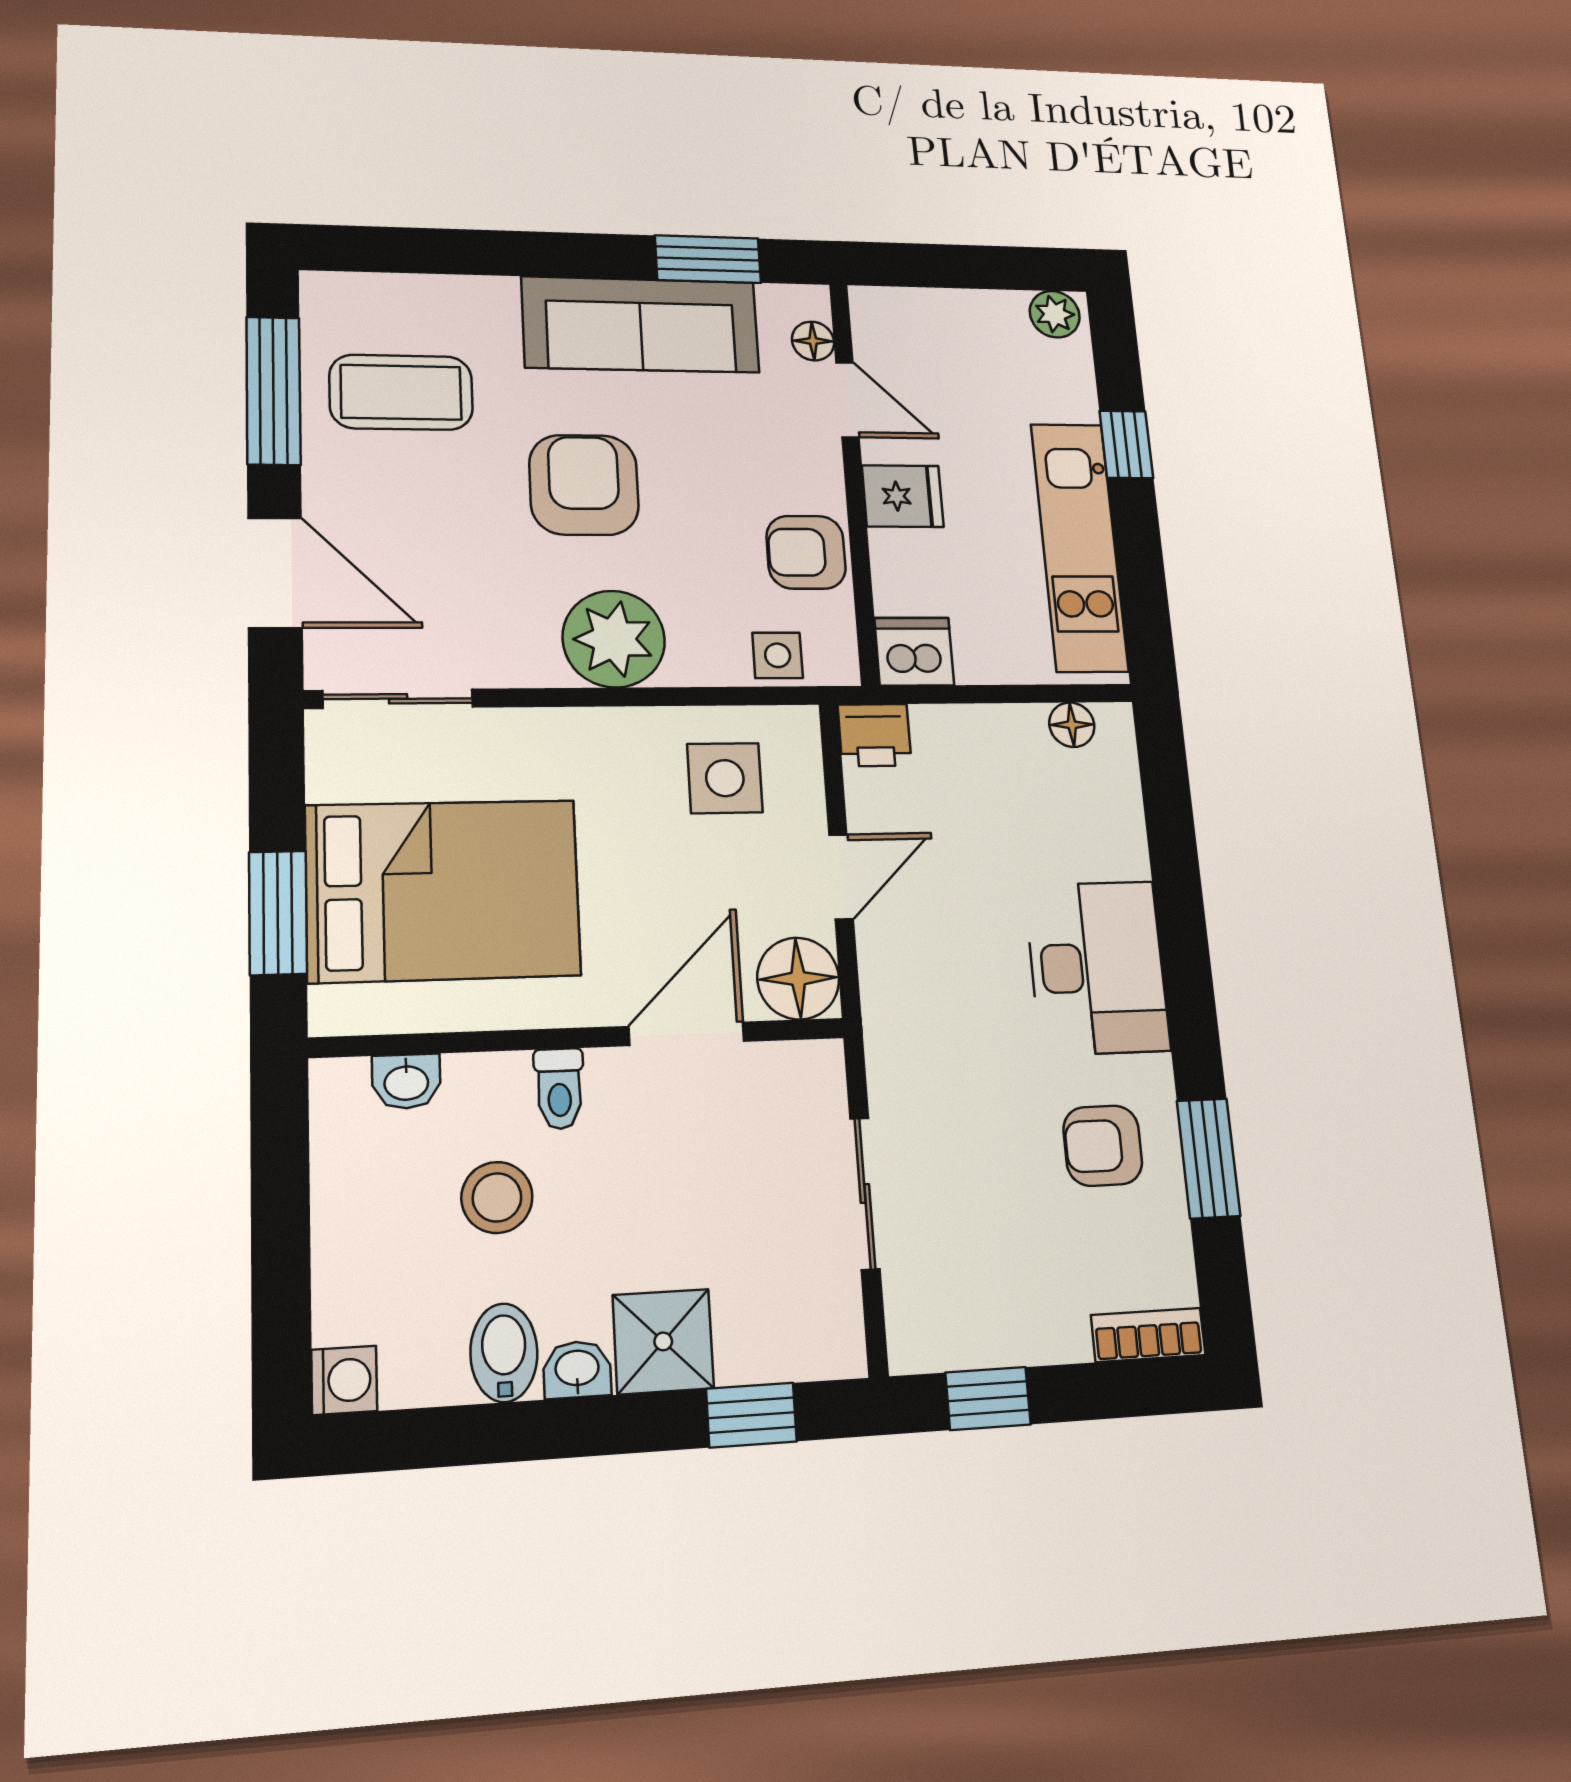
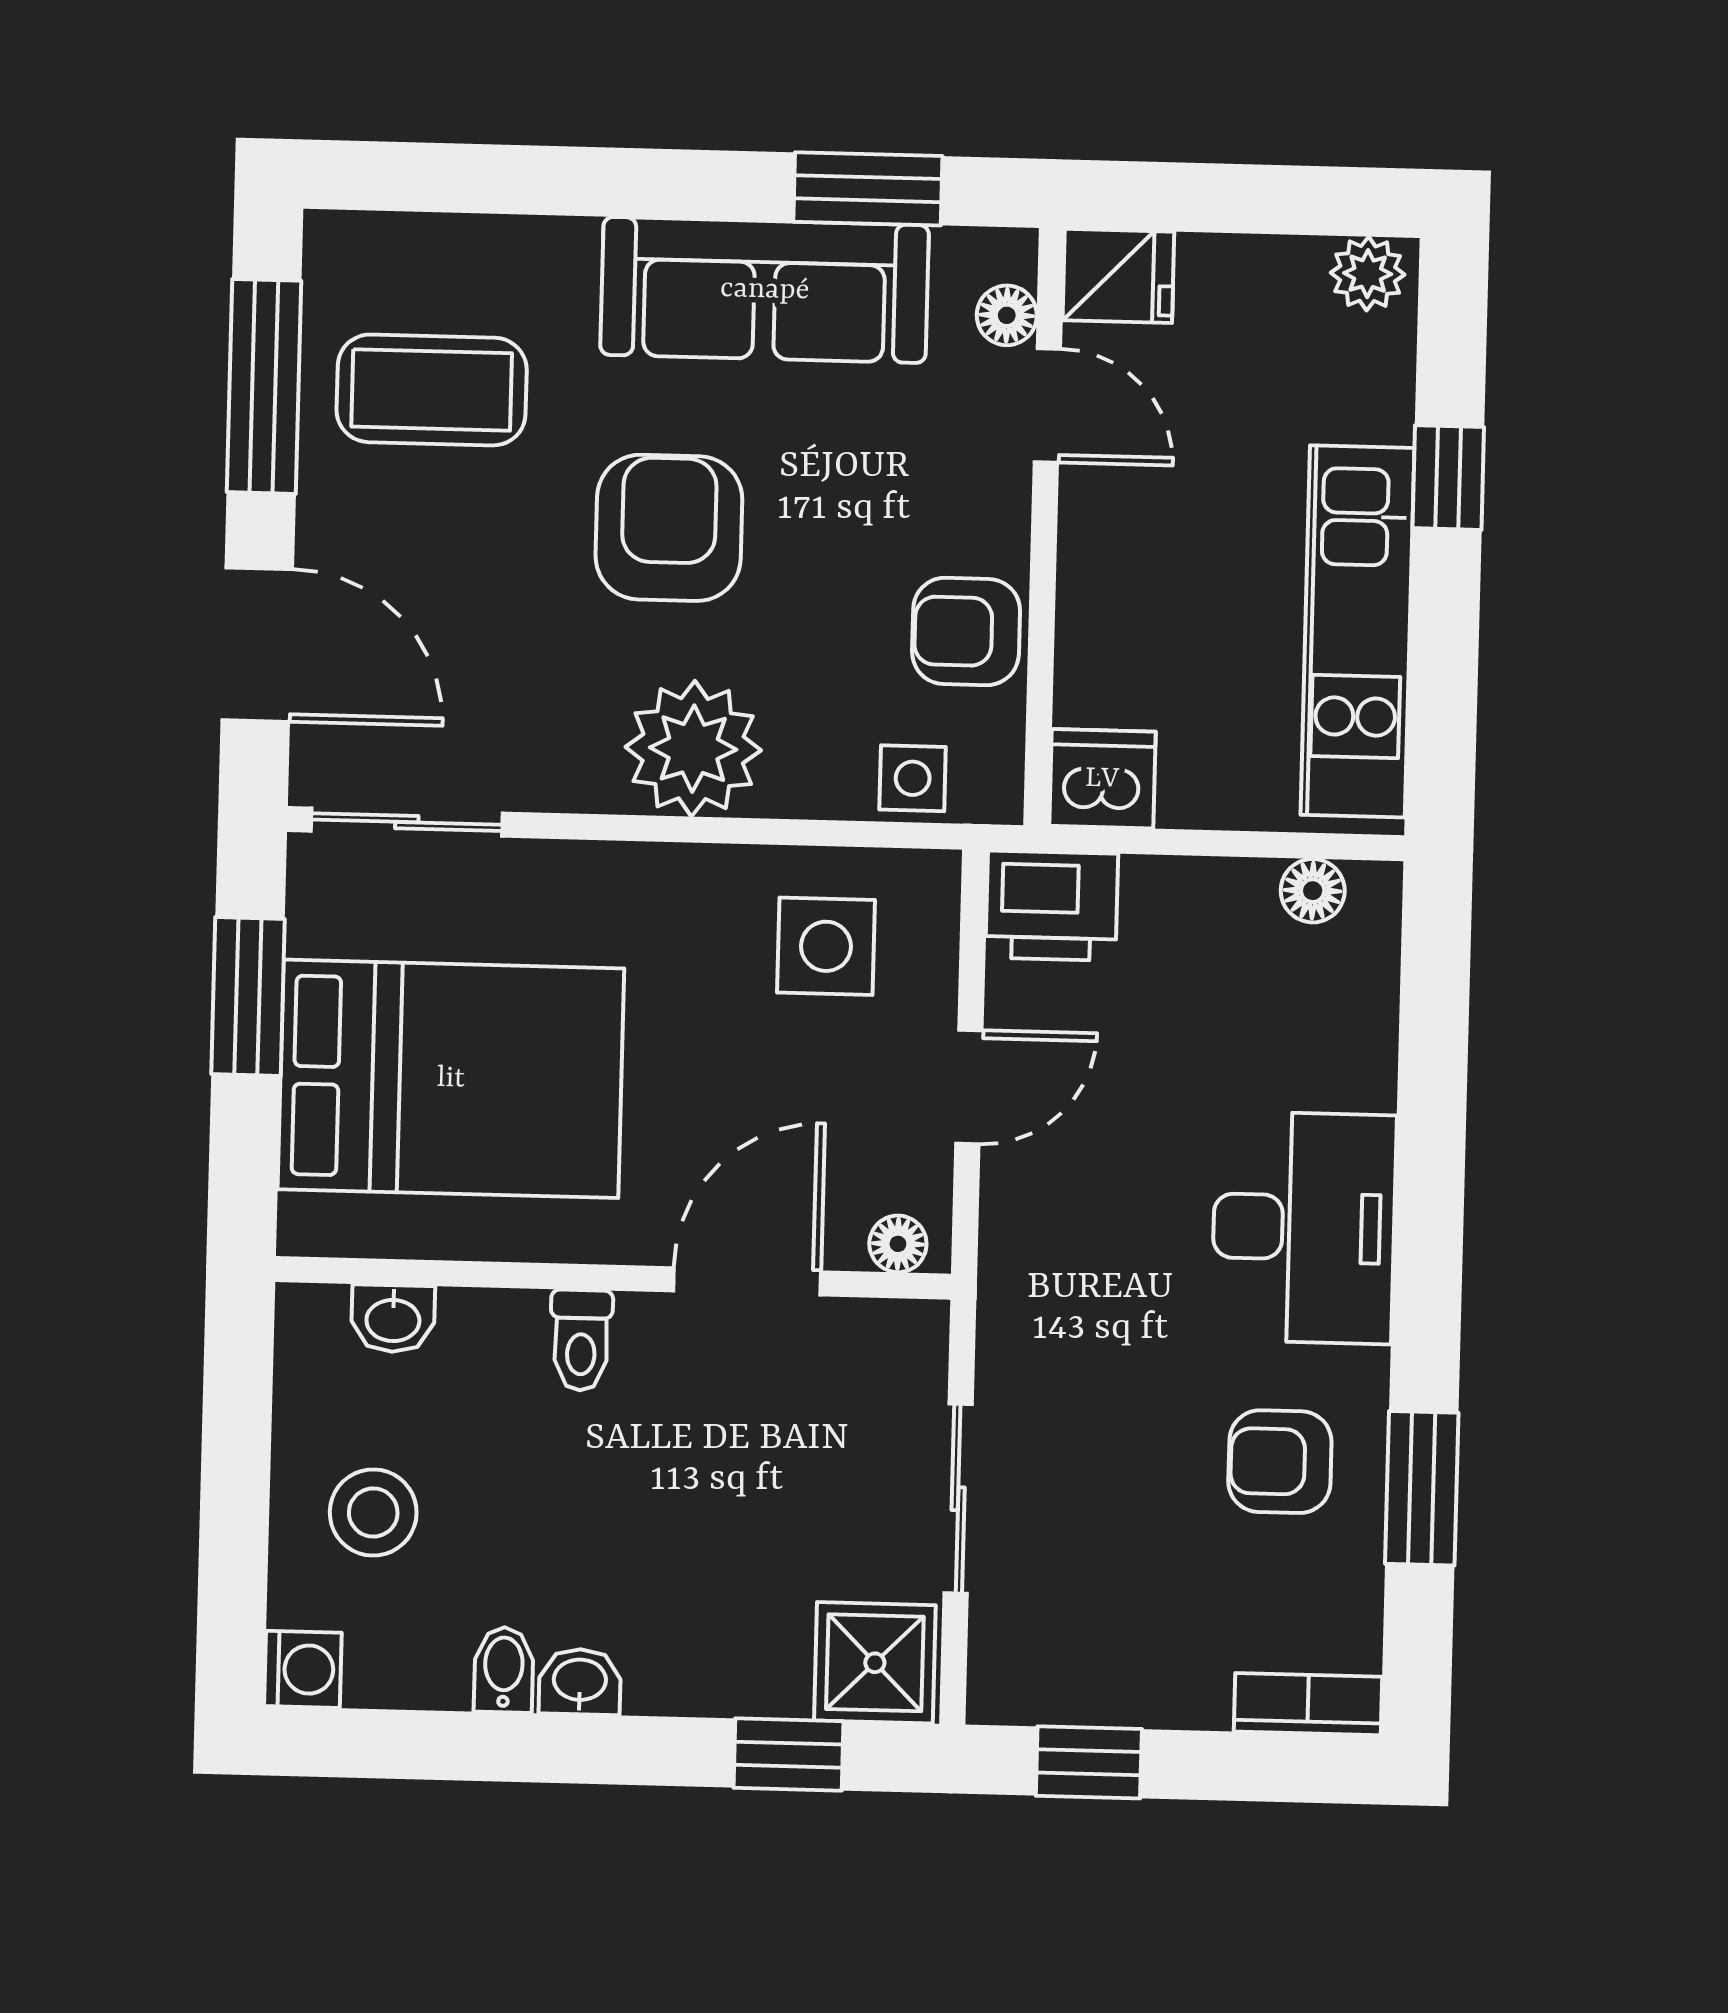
fridge: (903, 496) -> (1118, 276), moved
printer: (875, 735) -> (1052, 906), width x1.36, depth x1.24
window: (278, 913) -> (248, 996), moved
floor lamp: (798, 978) -> (898, 1244), width x0.53, depth x0.53
stool: (497, 1197) -> (373, 1513), moved
shower: (663, 1341) -> (875, 1663), moved
bidet: (504, 1353) -> (504, 1670), width x0.72, depth x0.74

